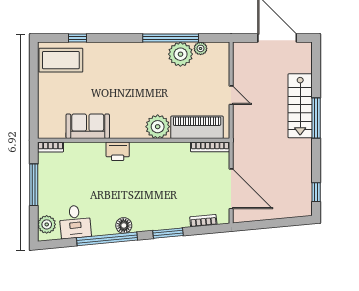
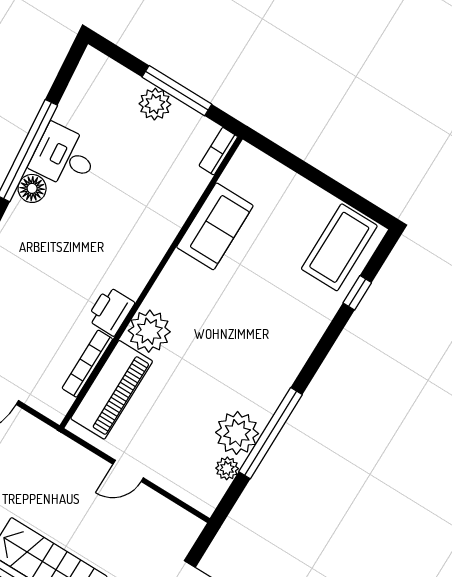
bookcase: (210, 147) -> (87, 364), moved
printer: (118, 151) -> (111, 311), moved
desk: (75, 222) -> (64, 157), moved
plant: (47, 224) -> (155, 104), moved

